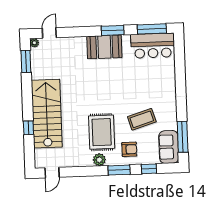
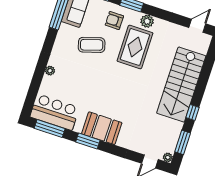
plant: (171, 82) -> (50, 71), added
window: (28, 128) -> (192, 112), moved

